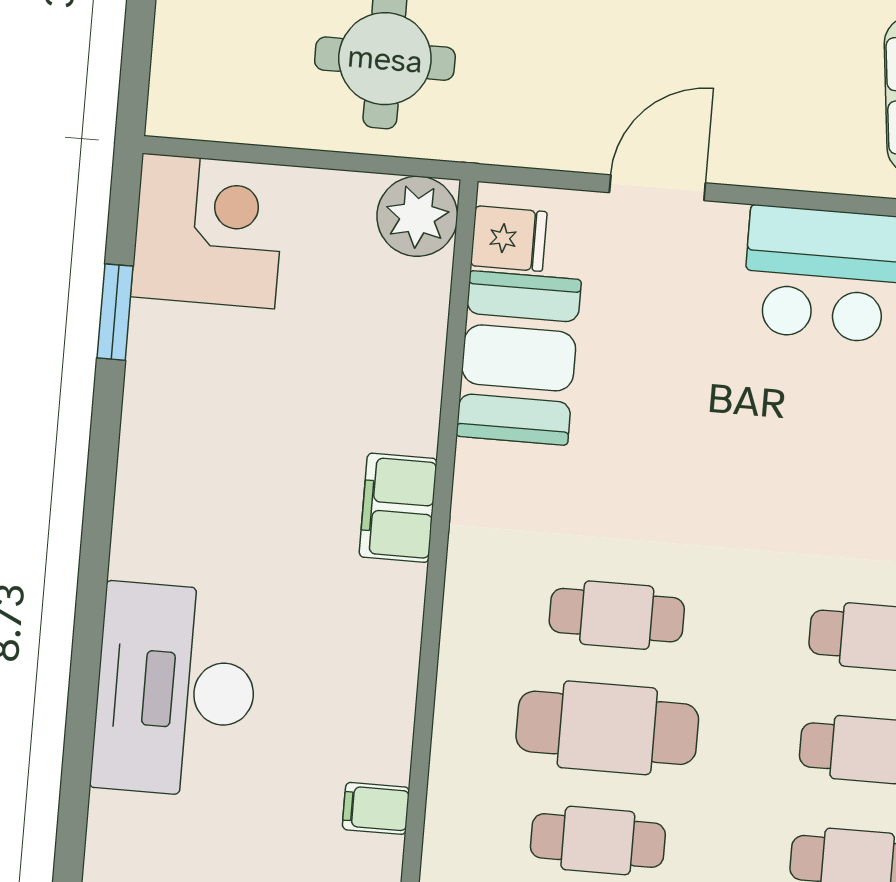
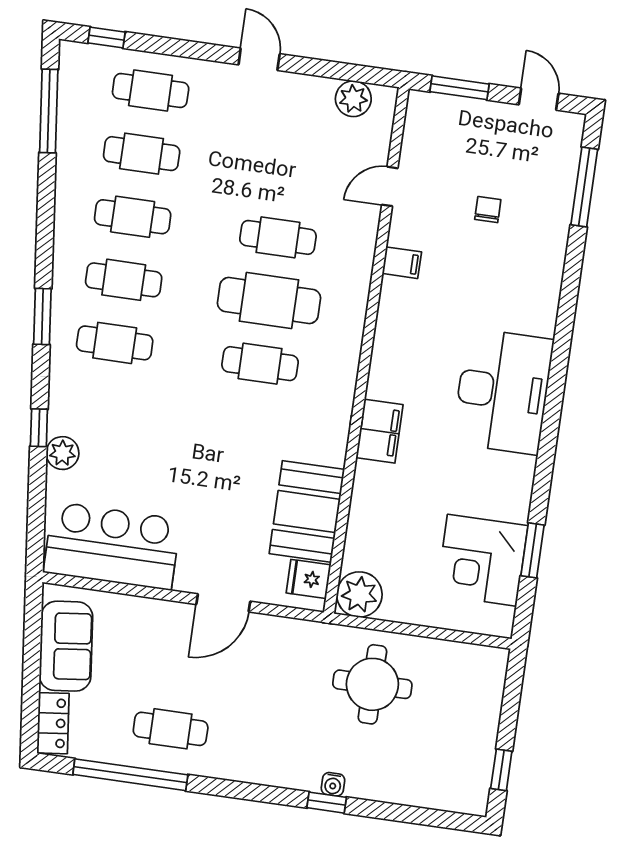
corner desk: (208, 231) -> (482, 560), moved
desk: (175, 690) -> (503, 391), moved

